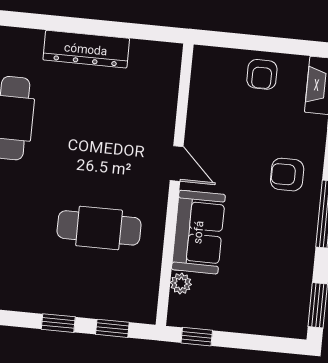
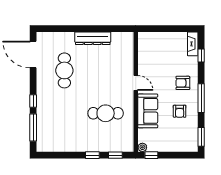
armchair: (262, 74) -> (180, 111), moved
plant: (181, 284) -> (142, 147), moved

